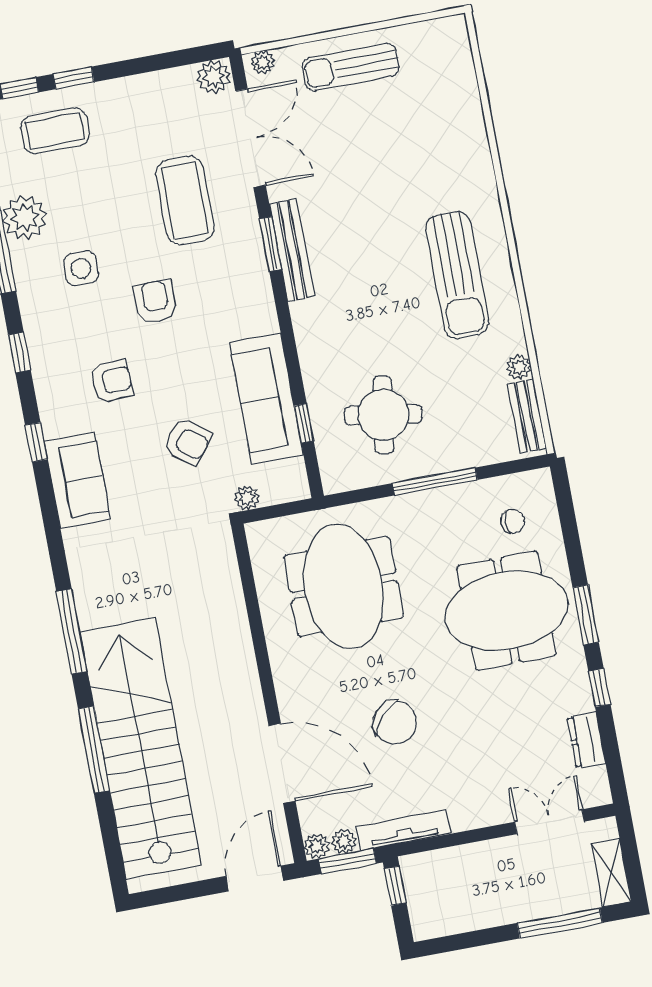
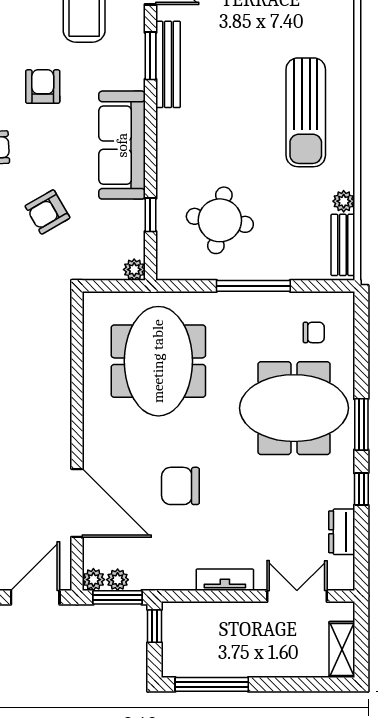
sofa: (266, 399) -> (122, 145), moved
armchair: (187, 442) -> (47, 212), turned 113
plant: (247, 498) -> (134, 270), moved
chair: (395, 722) -> (180, 486), turned 139
tv unit: (404, 830) -> (225, 580), moved, width x0.71
window: (560, 923) -> (212, 684), moved

